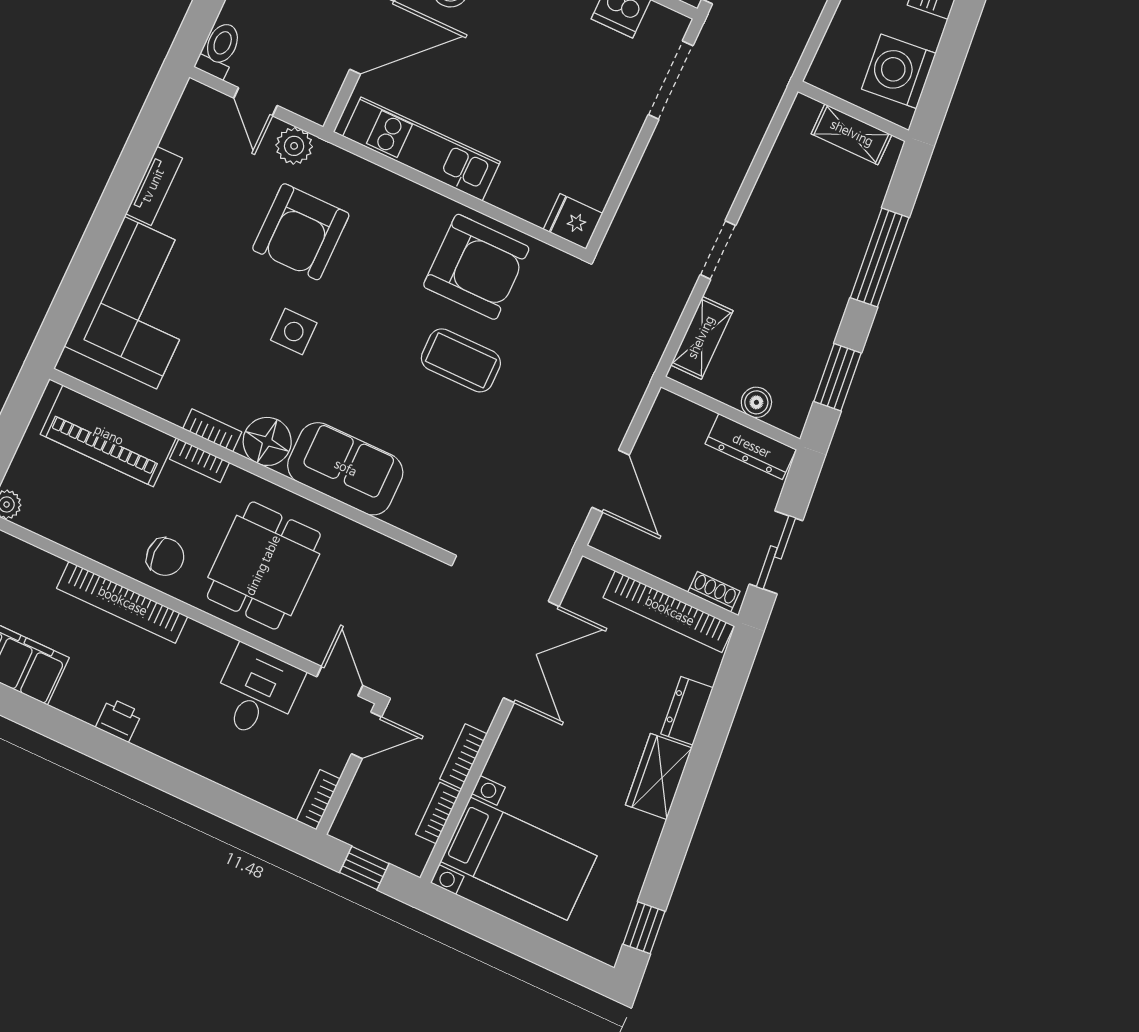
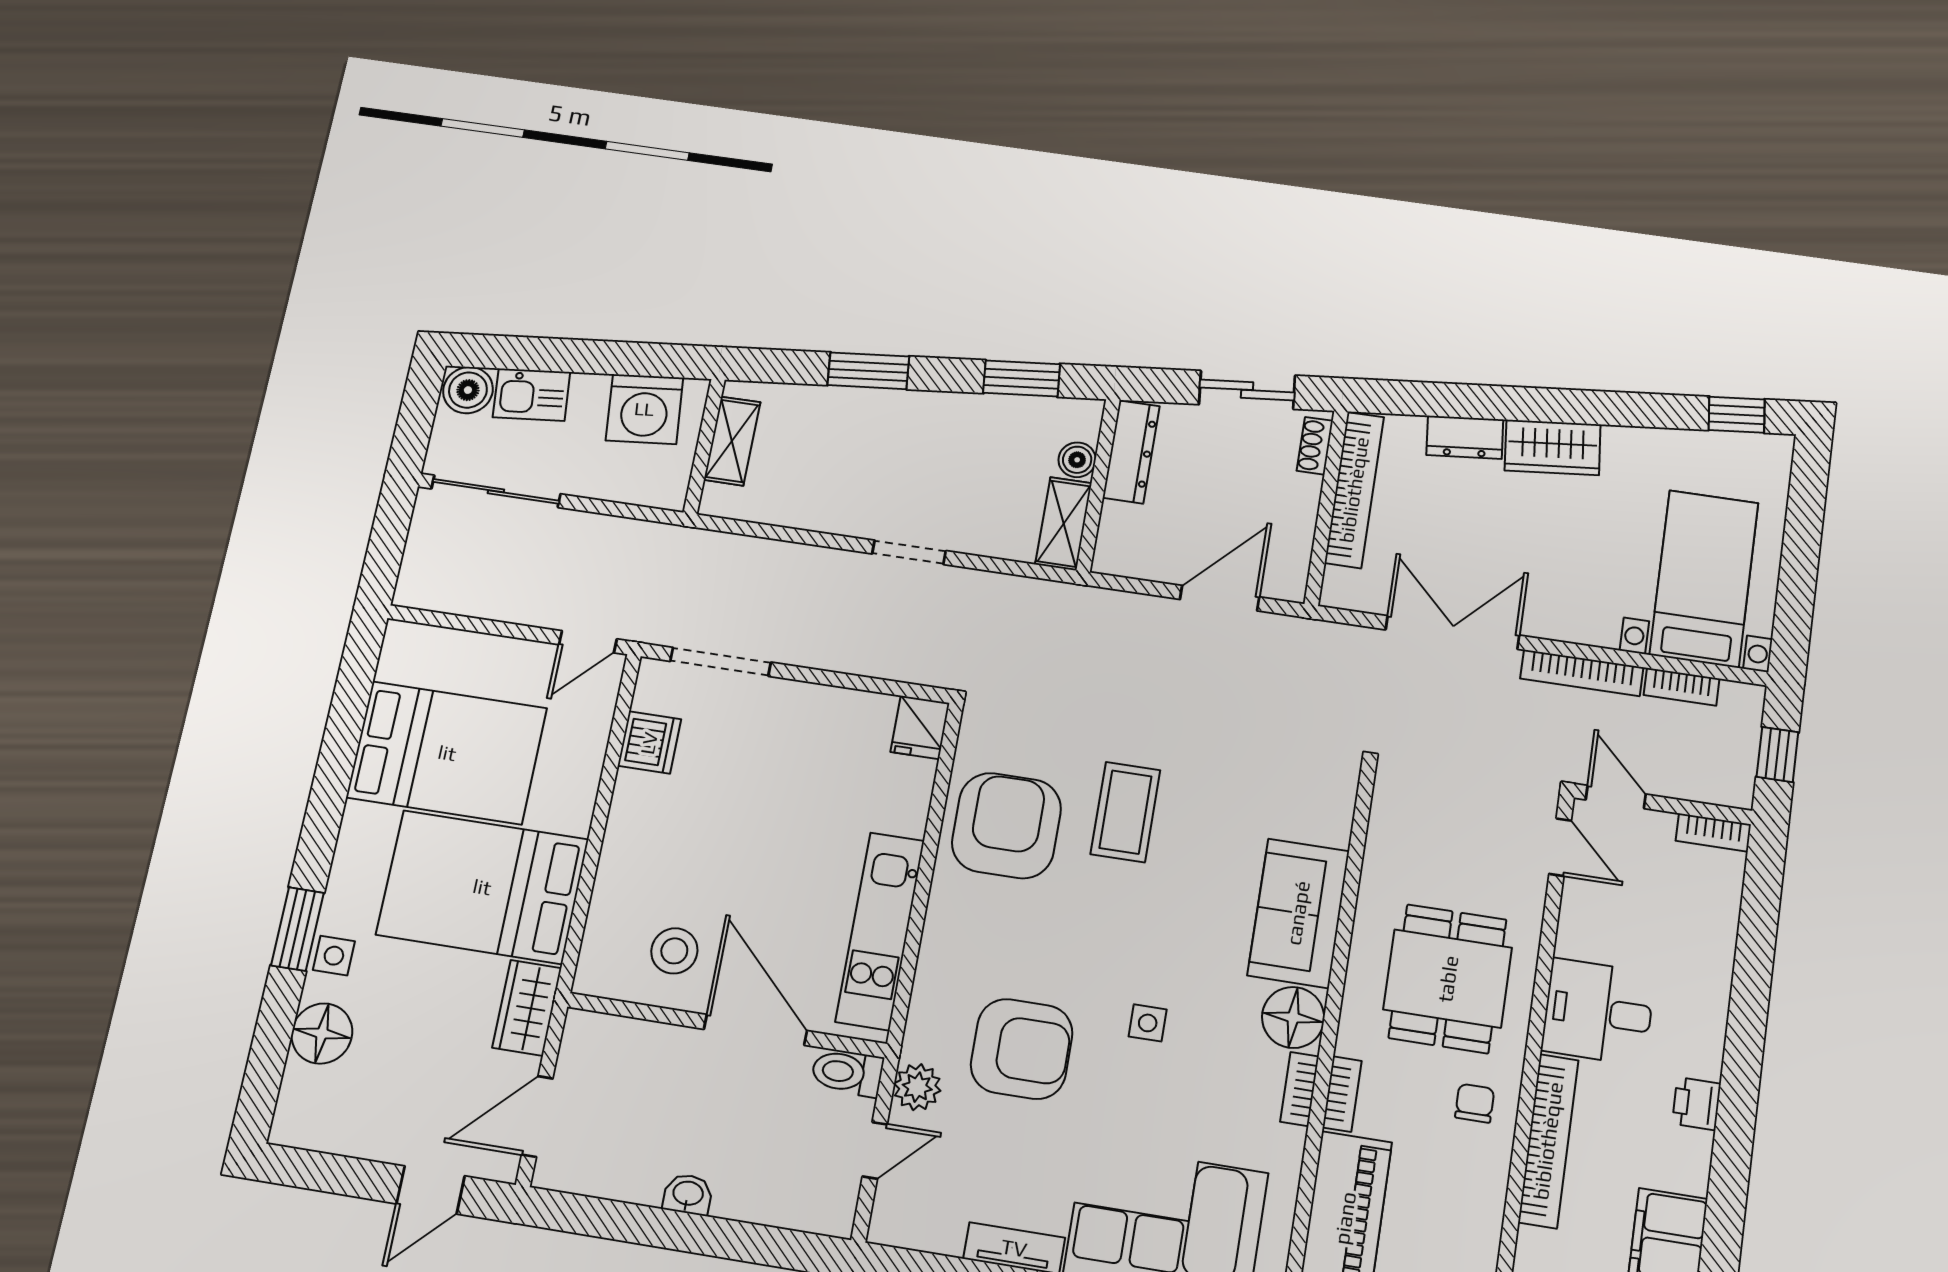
toilet: (220, 50) -> (847, 1073), moved
window: (880, 258) -> (868, 371), width x0.69
side table: (294, 332) -> (1148, 1023), width x0.73, depth x0.73
shelving: (702, 338) -> (1063, 524), moved, turned 90
chair: (165, 557) -> (1475, 1103), width x0.73, depth x0.73
dining table: (264, 566) -> (1448, 979), turned 90
door: (340, 681) -> (1560, 847), swing flipped
desk: (257, 693) -> (1598, 1012), moved
bookcase: (463, 756) -> (1582, 673), width x1.56

